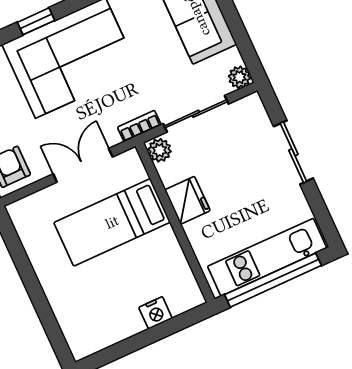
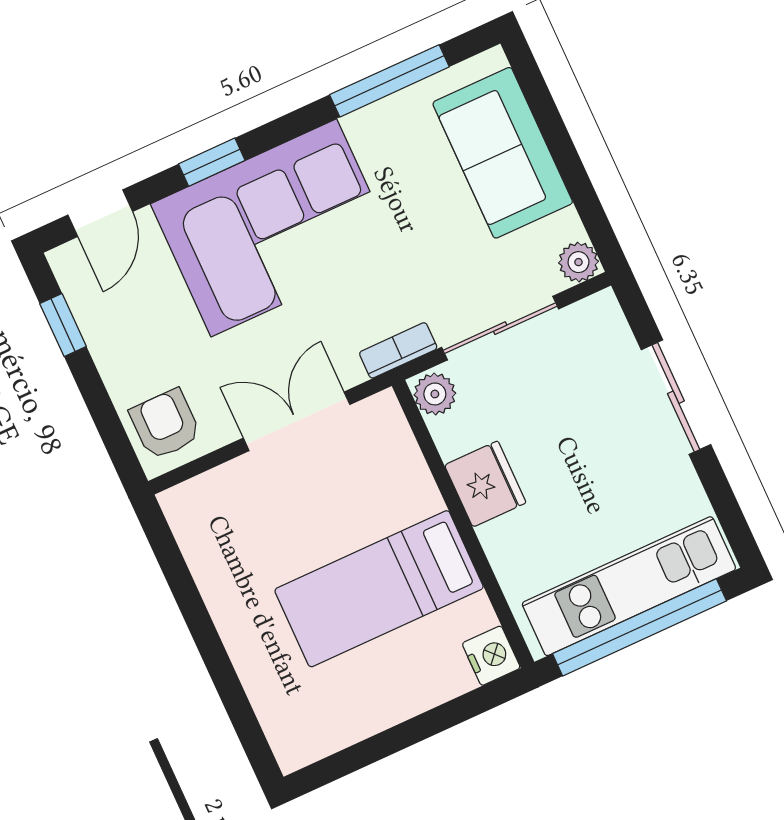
bed: (112, 222) -> (379, 589), moved
nightstand: (155, 313) -> (491, 656), moved, turned -90

